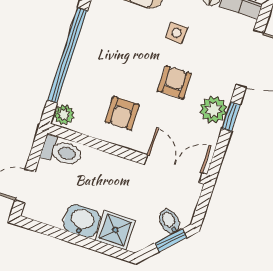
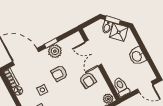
armchair: (122, 113) -> (88, 80), turned 84
double door: (173, 169) -> (93, 53), moved
shower: (115, 230) -> (119, 32), moved, turned 45

